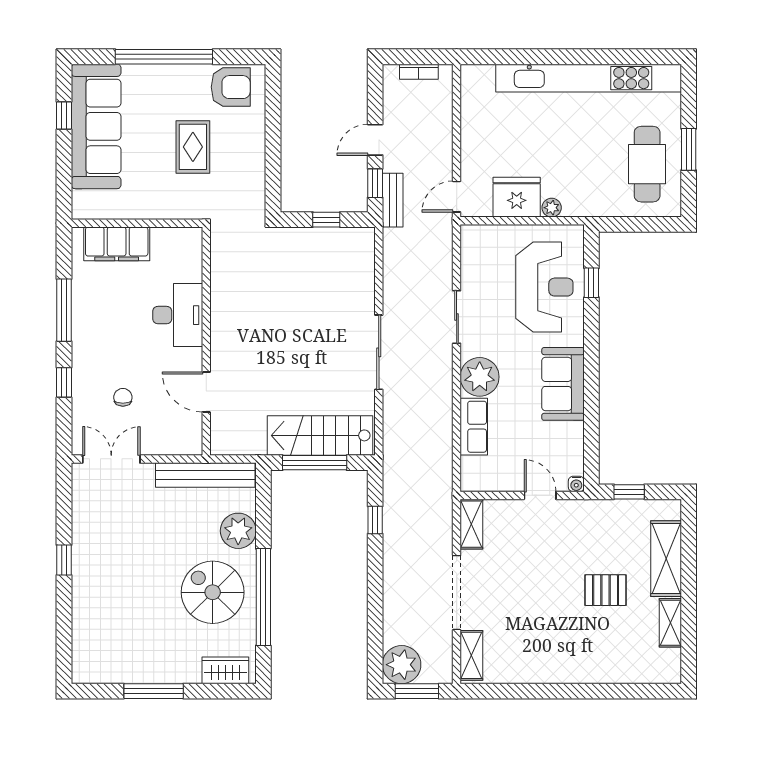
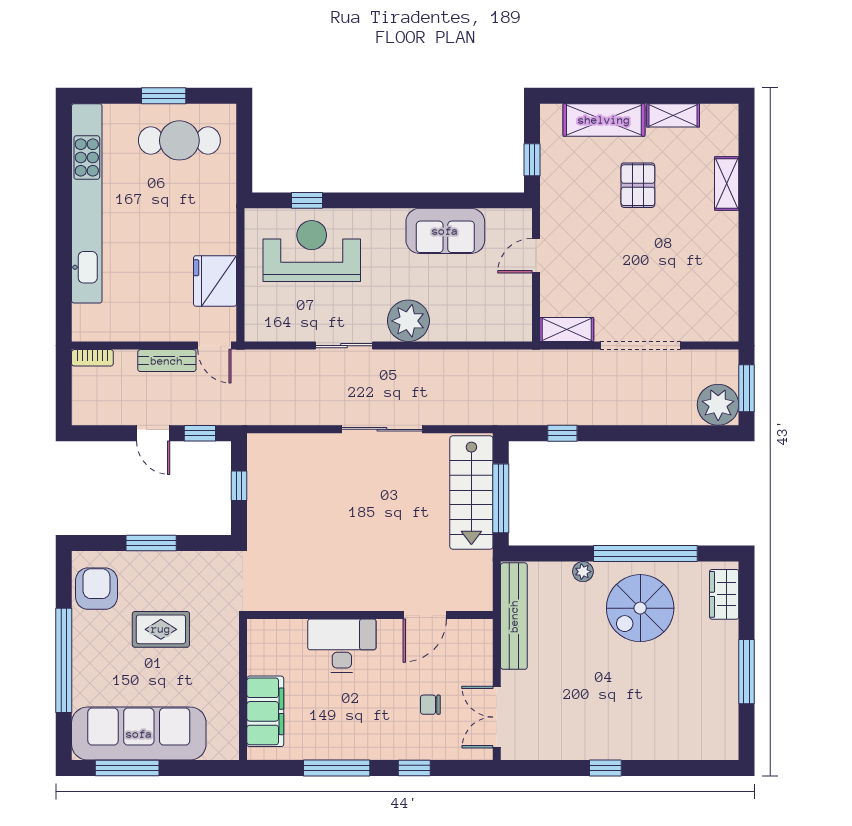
bookcase: (419, 72) -> (92, 358), moved, turned 90
window: (64, 116) -> (127, 768), width x2.17
window: (273, 138) -> (151, 543), added
bench: (393, 200) -> (167, 361), moved
plant: (552, 208) -> (226, 243), removed
sofa: (563, 384) -> (445, 231), moved
row of seats: (474, 427) -> (462, 327), removed
water cooler: (576, 484) -> (524, 217), removed
plant: (238, 531) -> (583, 572), width x0.53, depth x0.53
shelving: (471, 655) -> (727, 183), moved, turned 90

